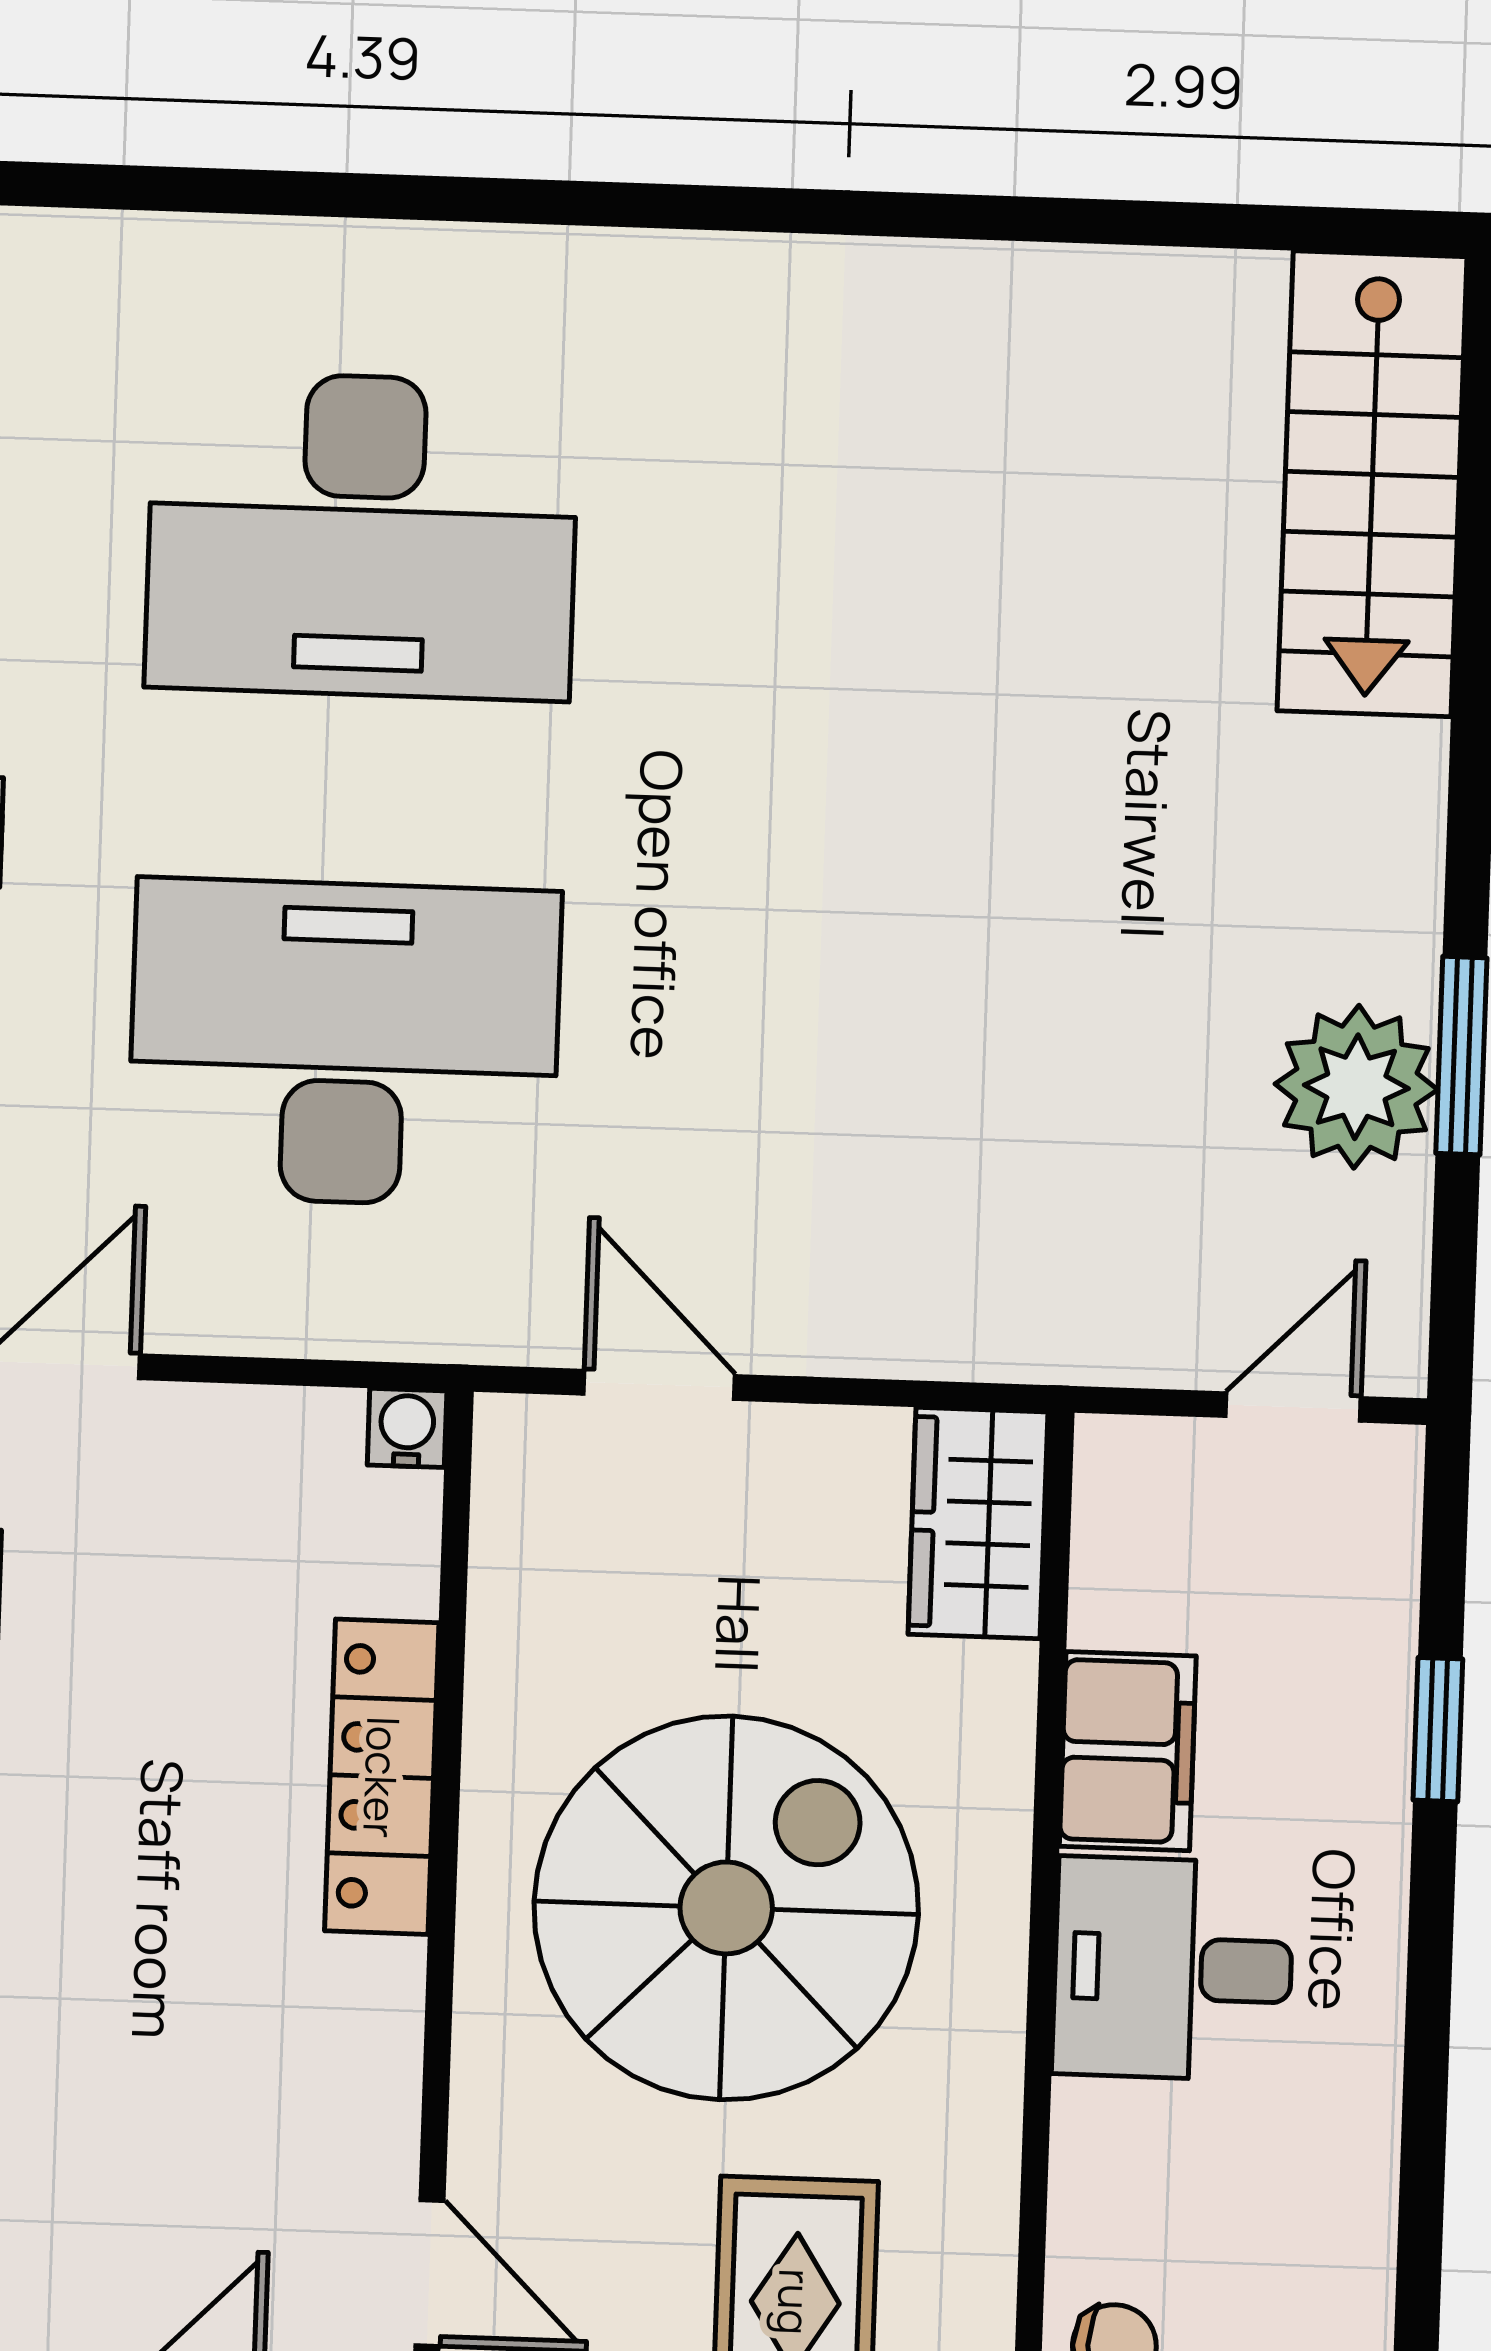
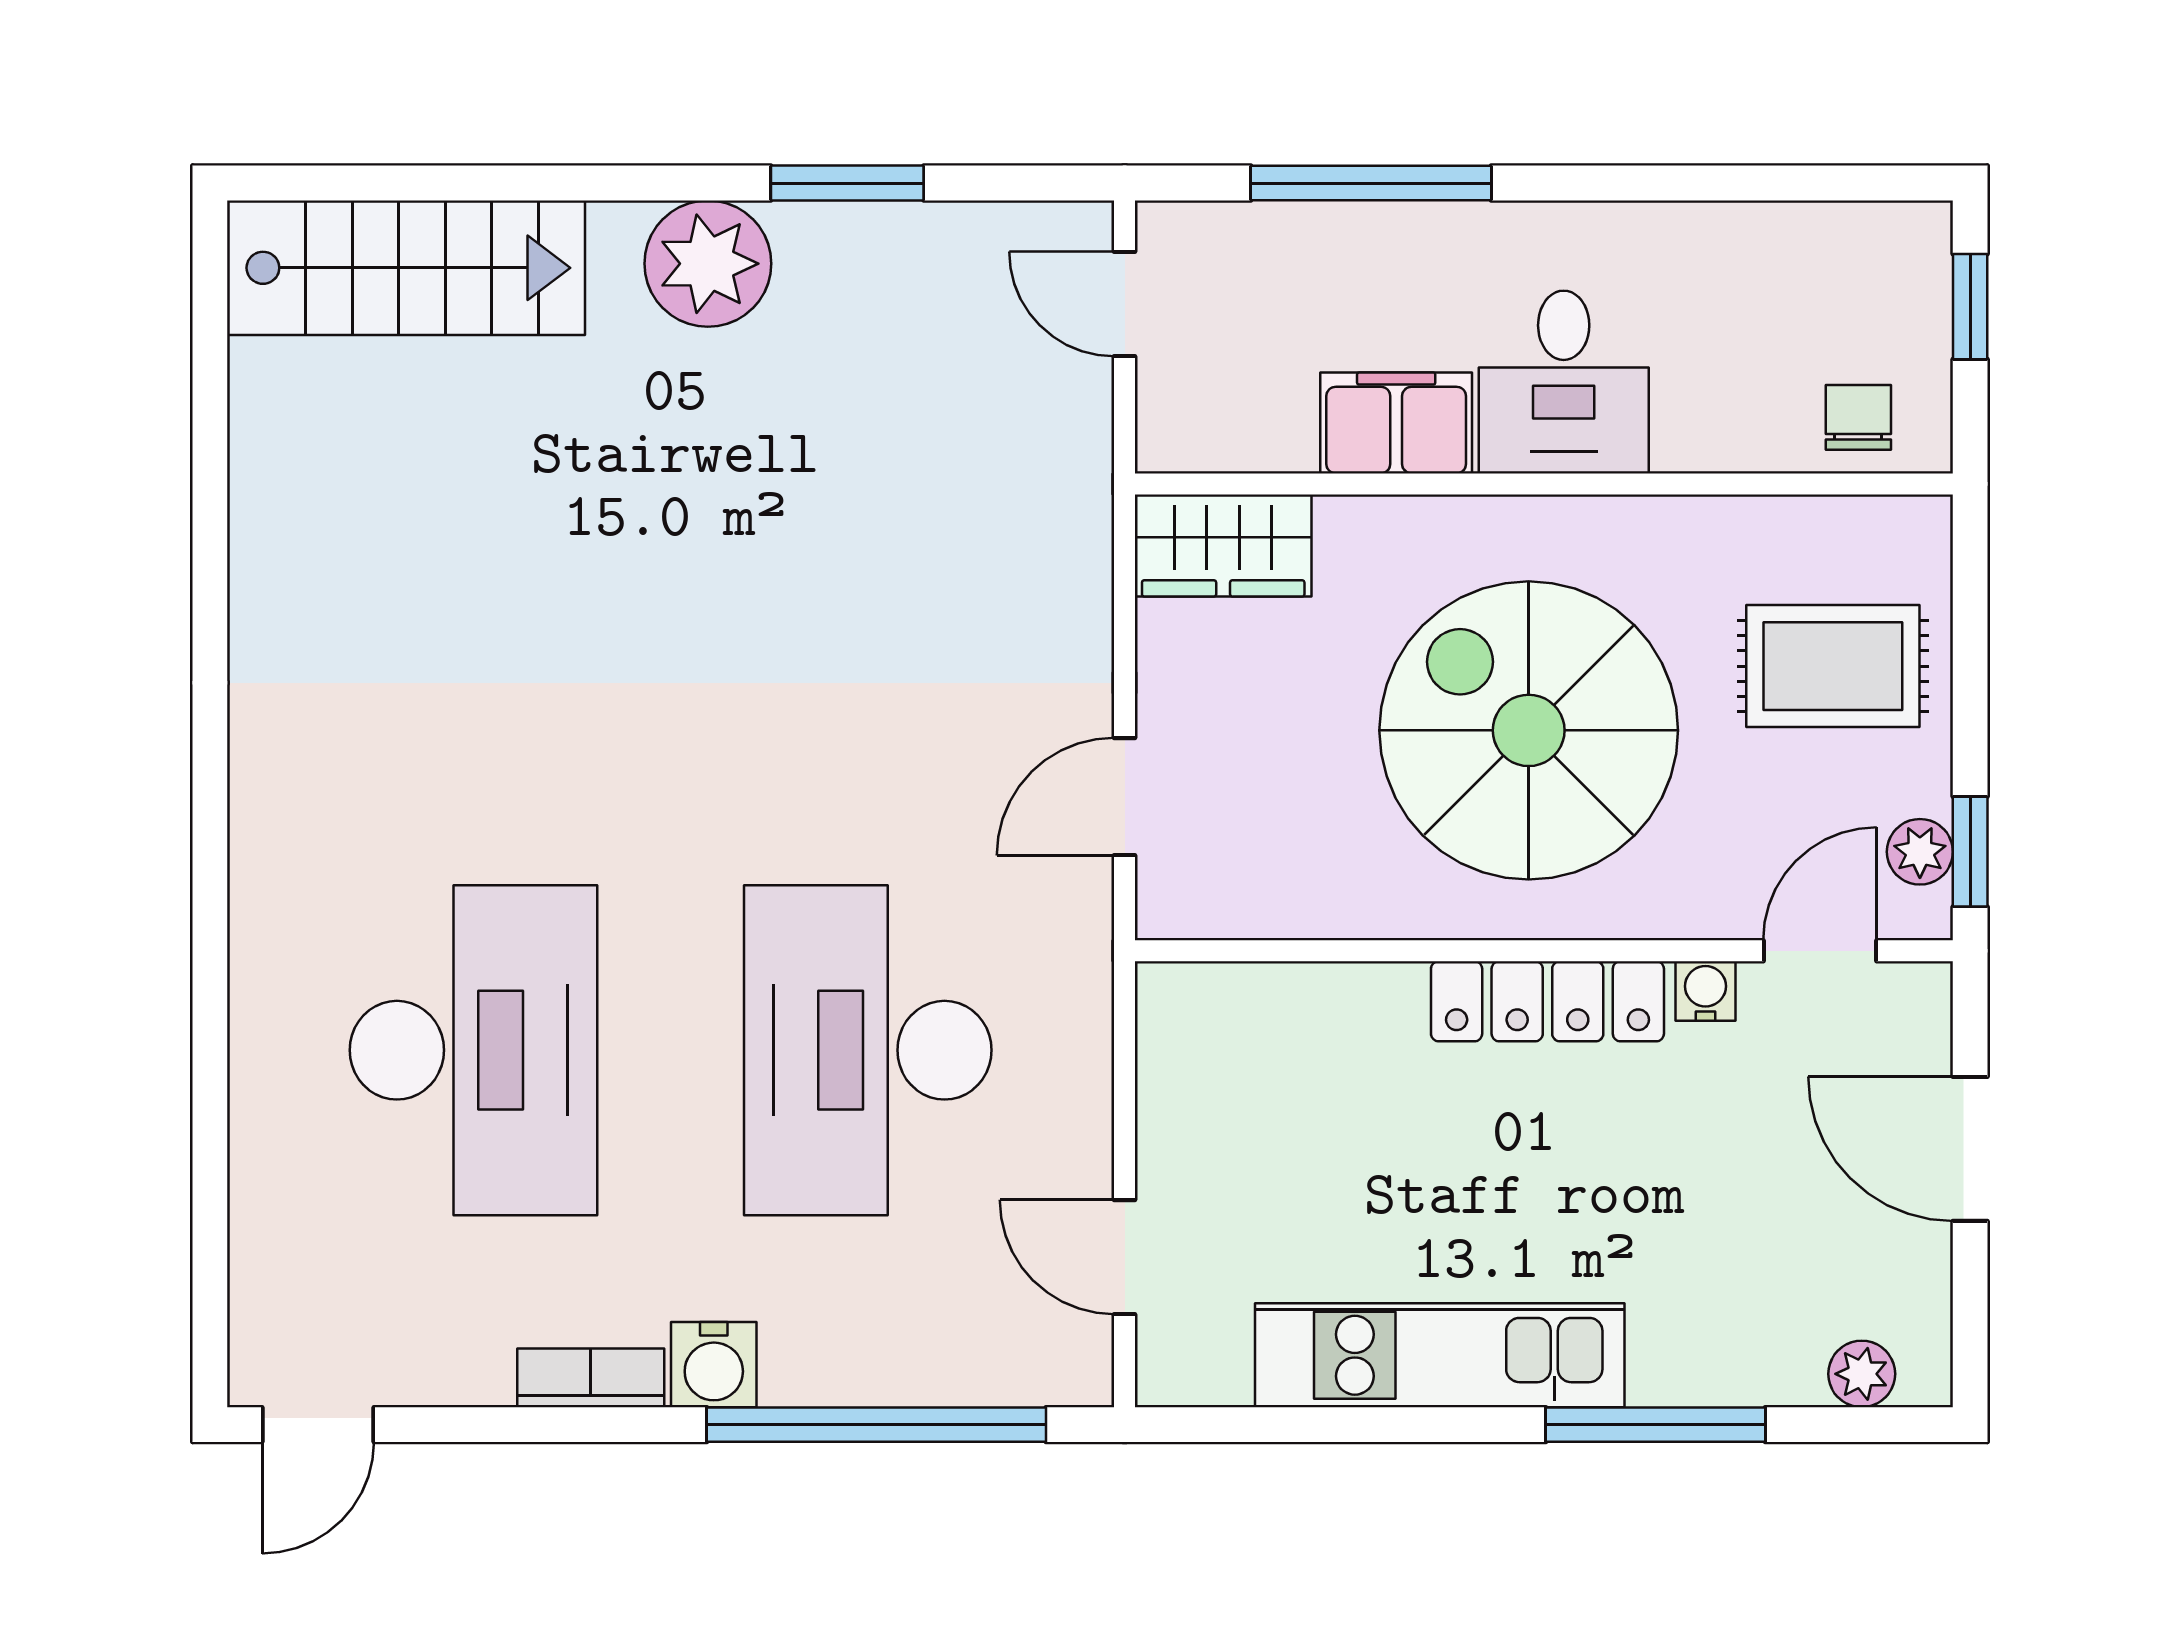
plant: (1356, 1087) -> (708, 264), moved
water cooler: (407, 1428) -> (1705, 991), moved, turned 90
window: (1438, 1730) -> (1371, 183), width x2.17
locker: (382, 1777) -> (1547, 1001), moved

